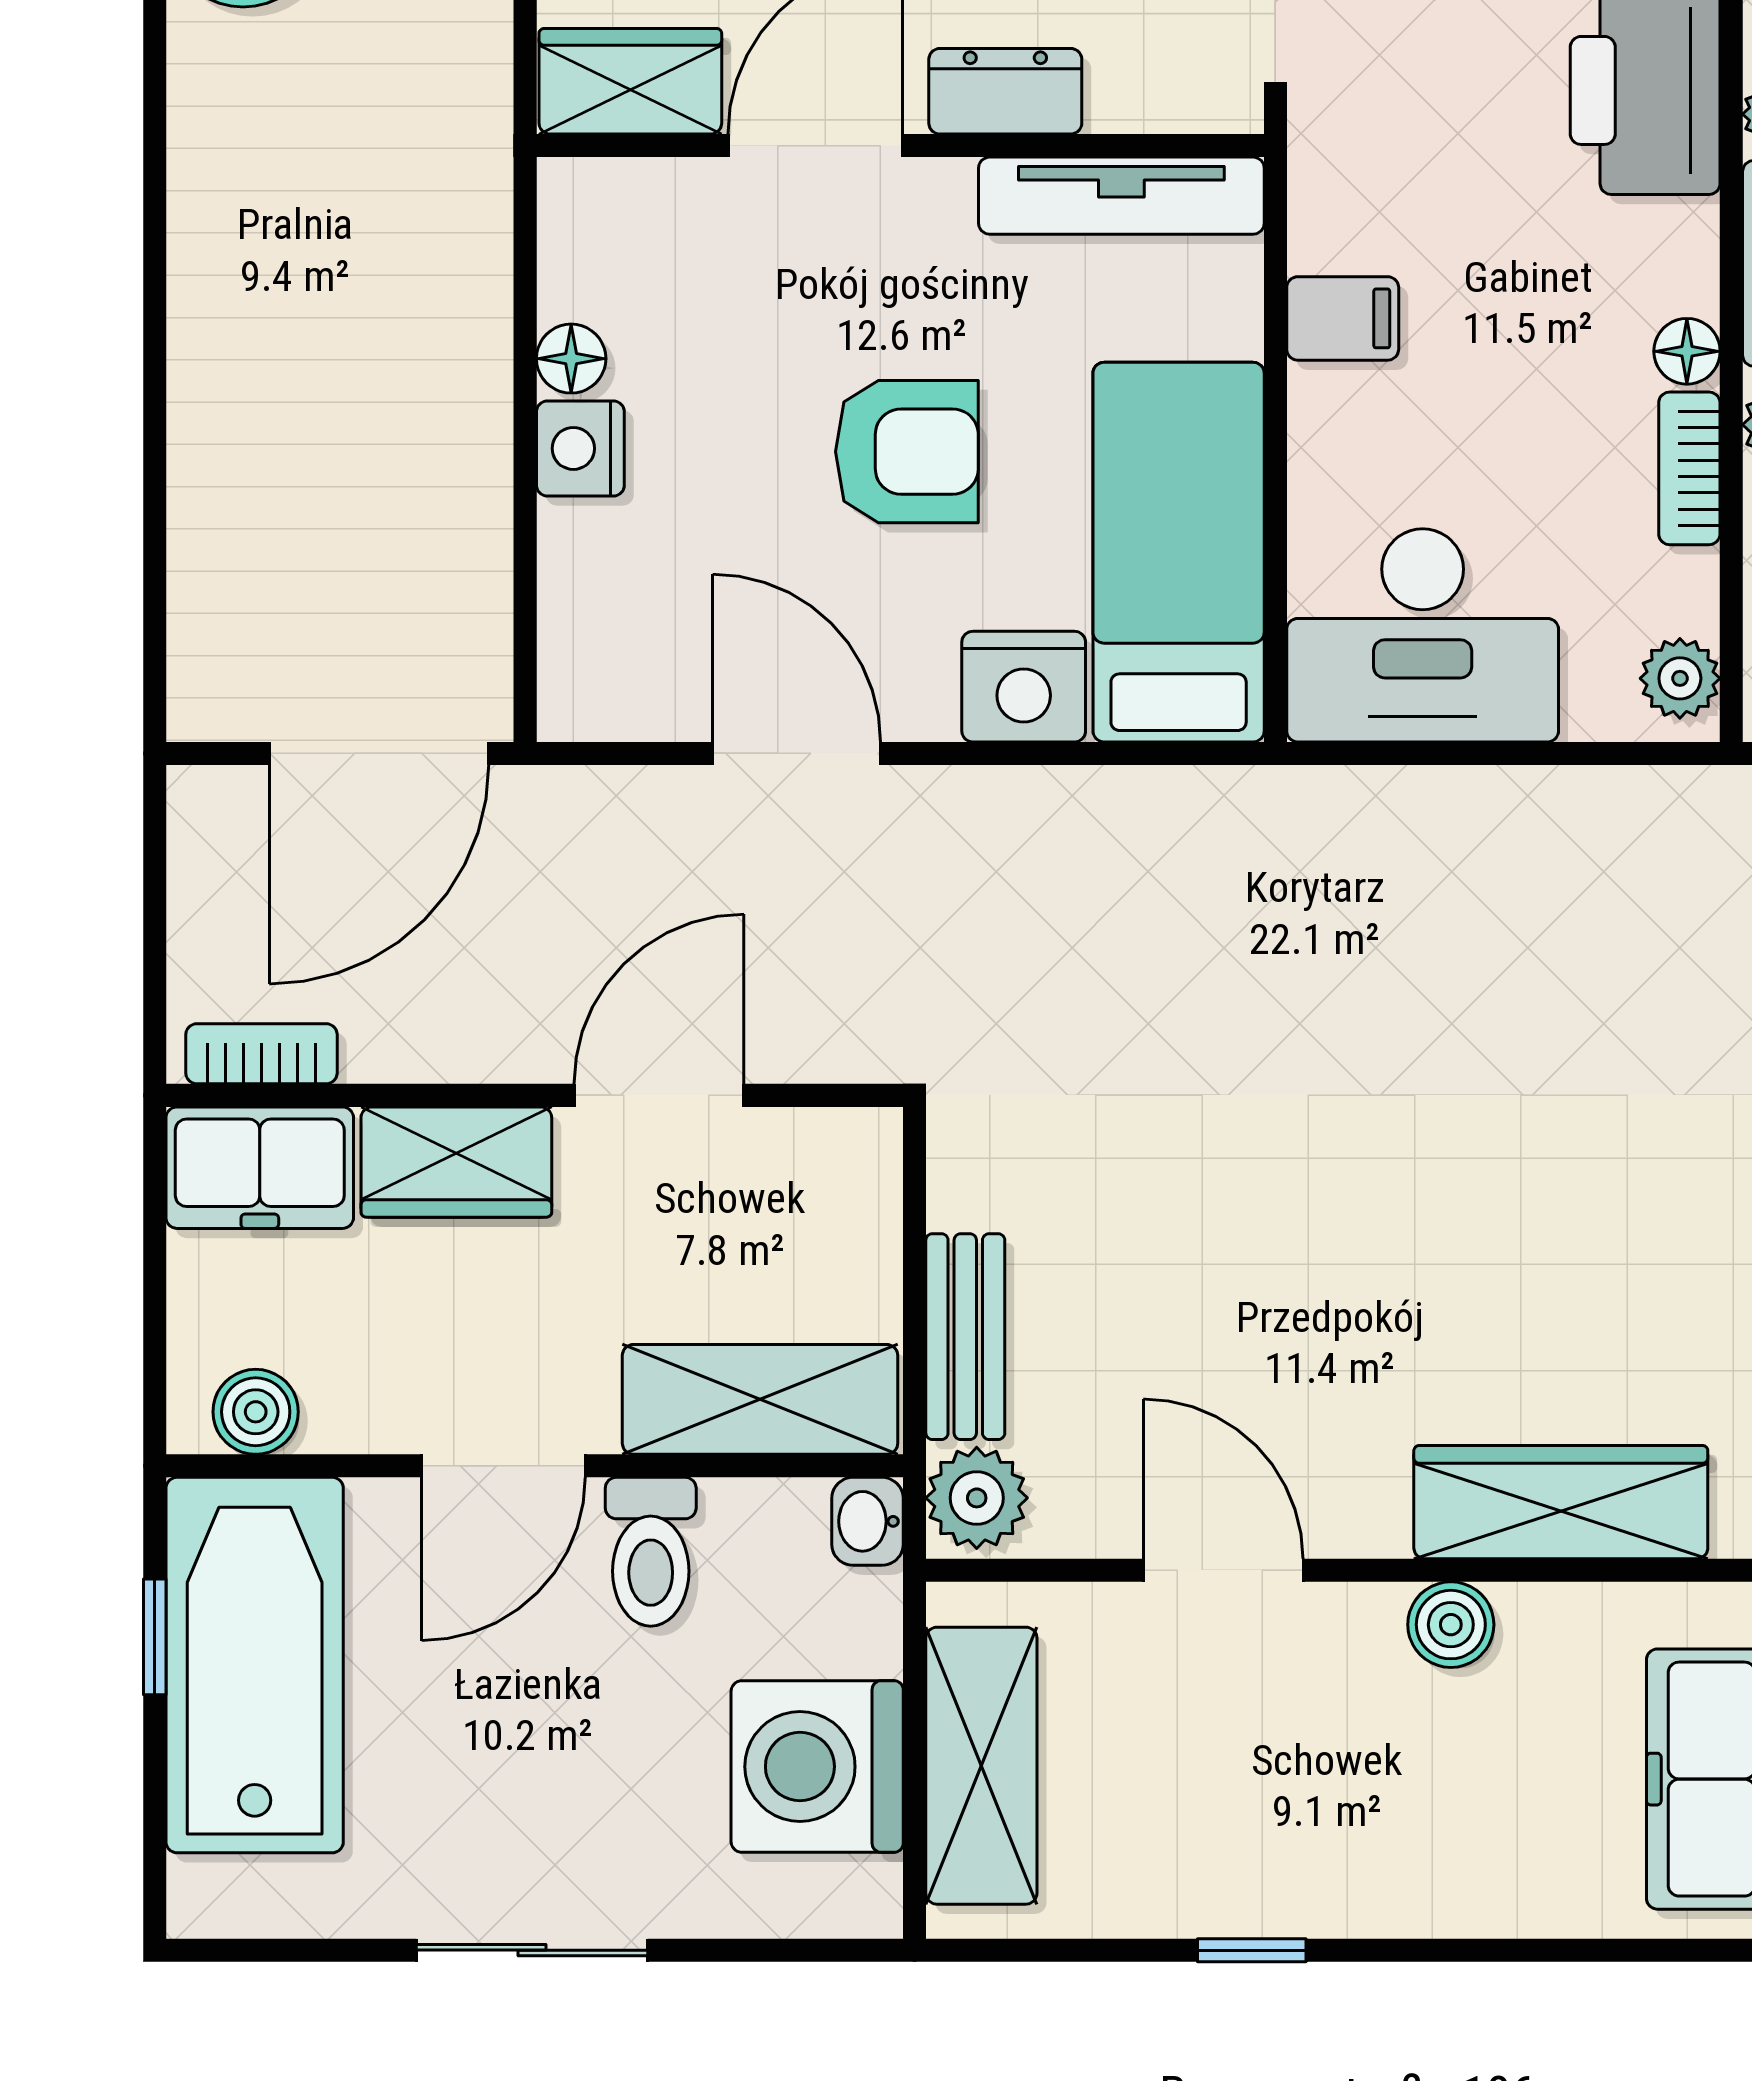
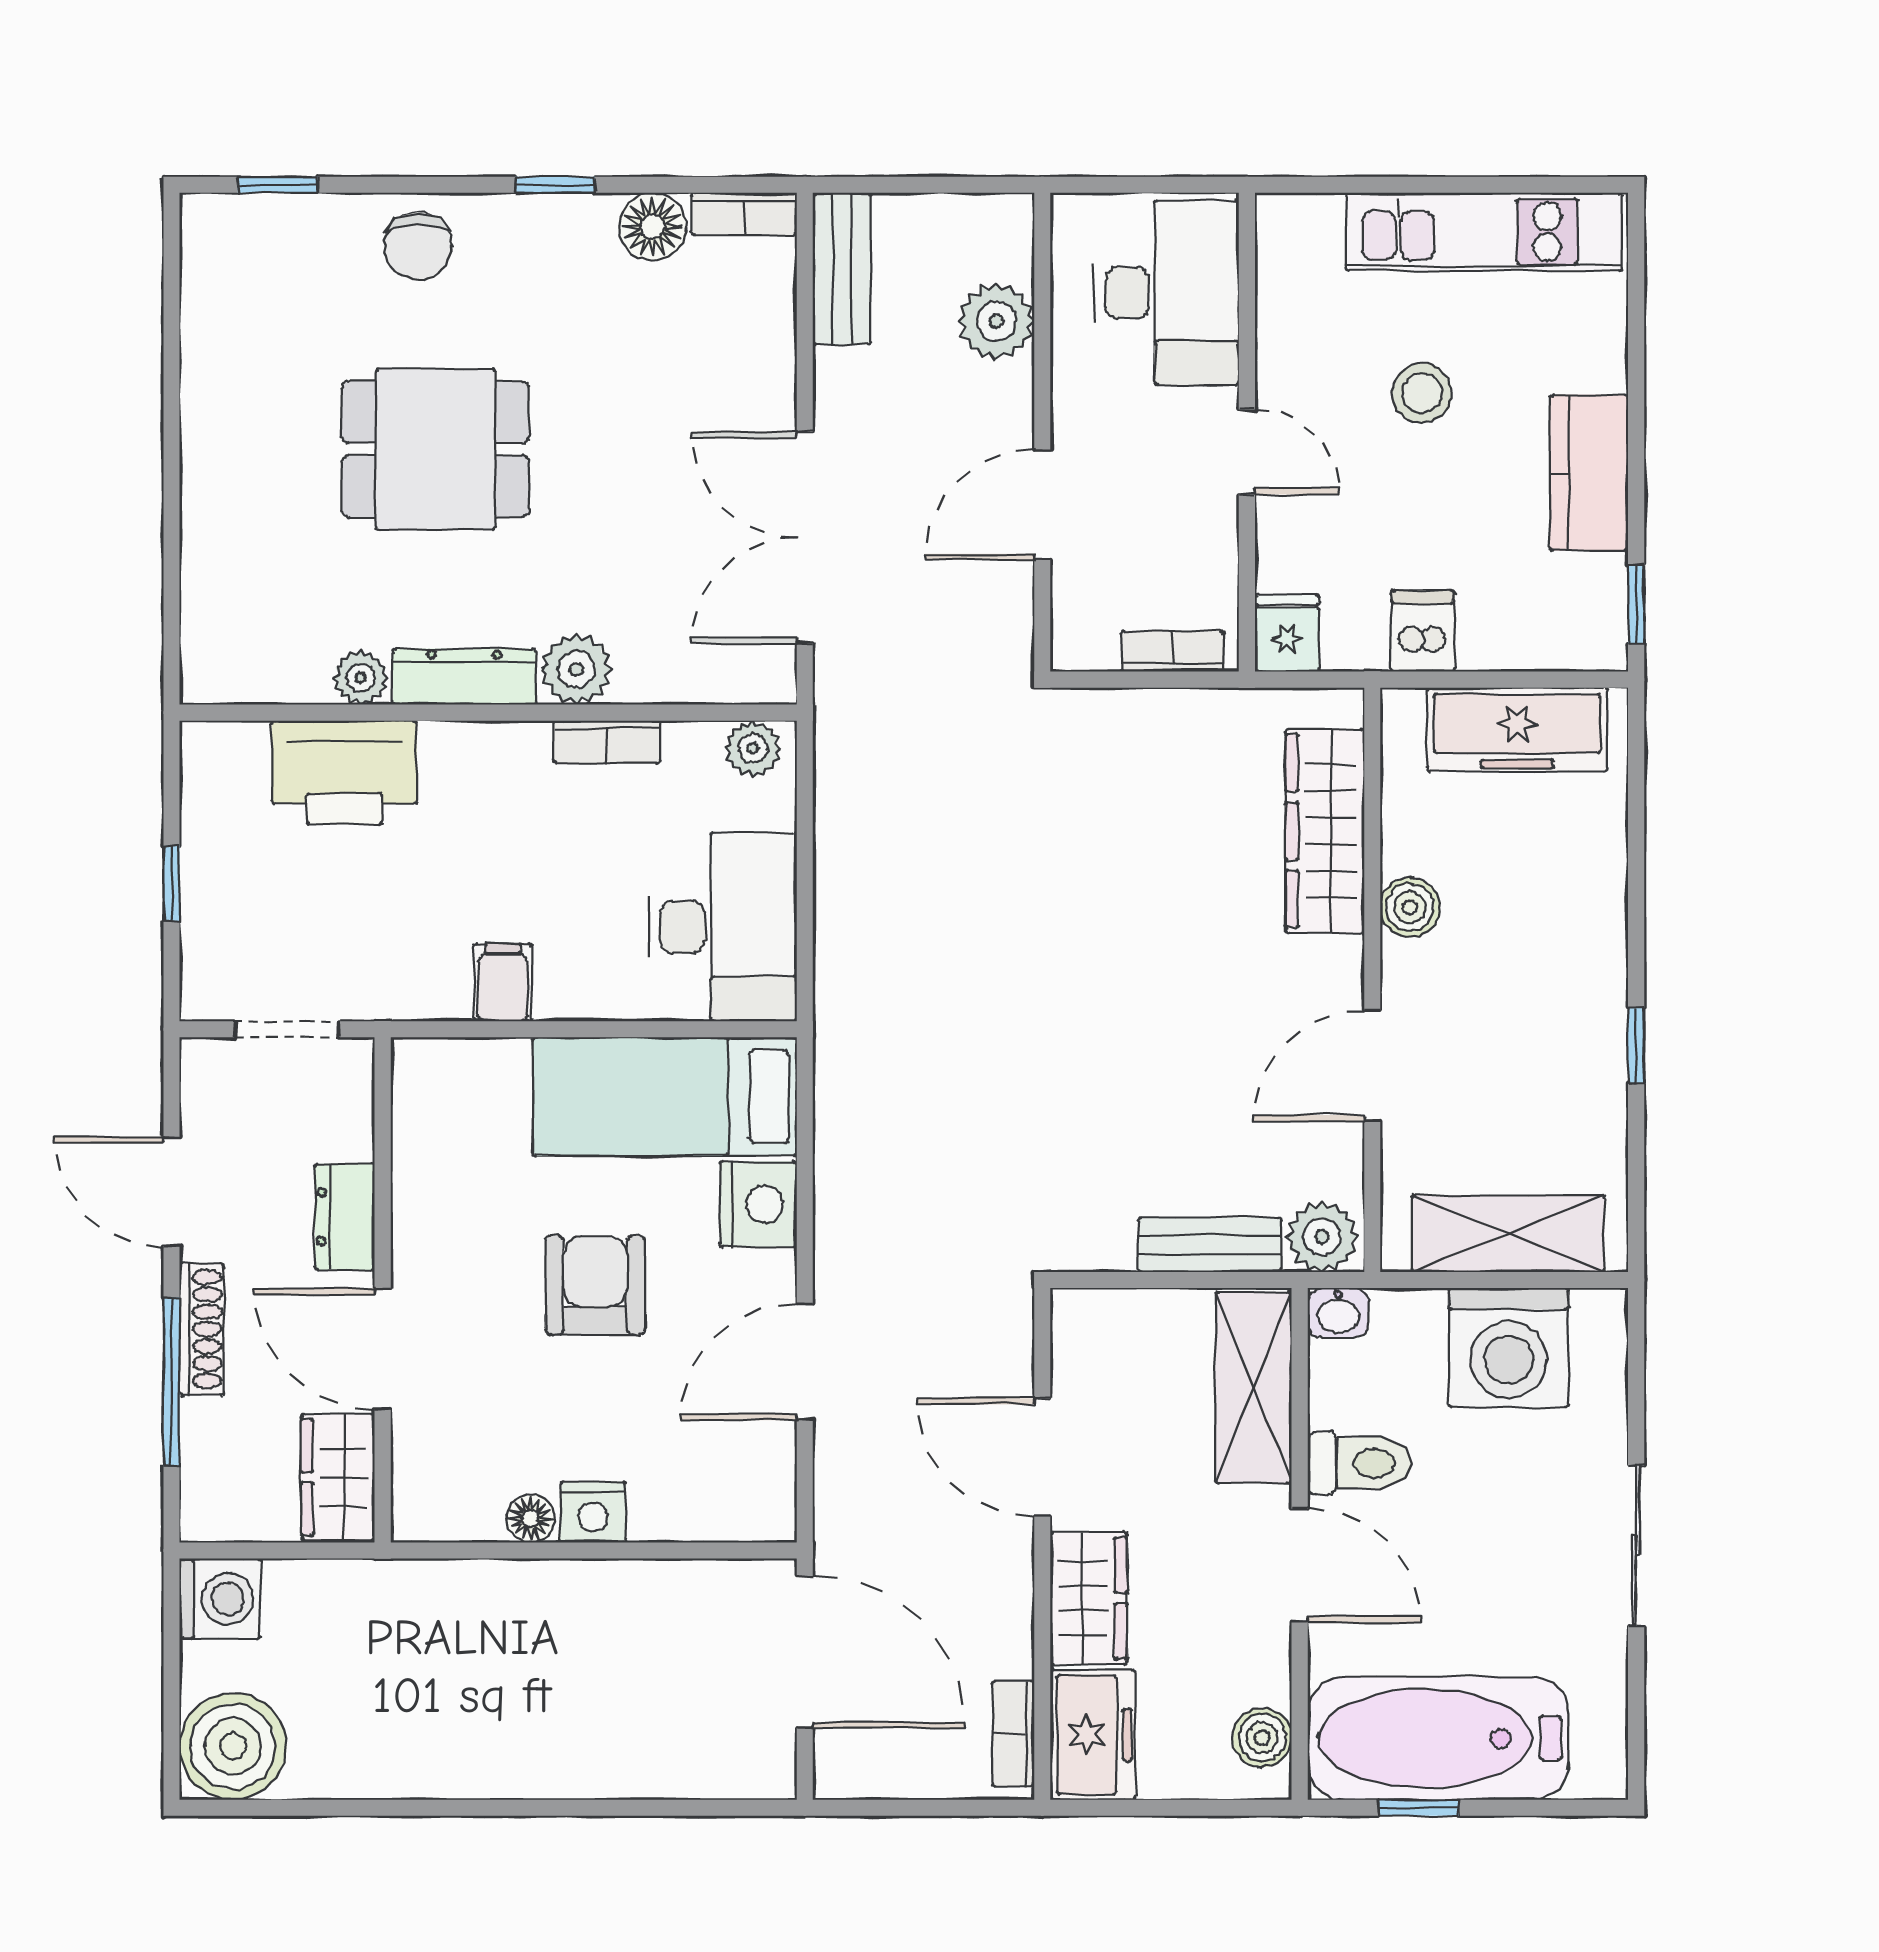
tv unit: (1121, 196) -> (417, 1136), removed
floor lamp: (1687, 351) -> (525, 743), removed

